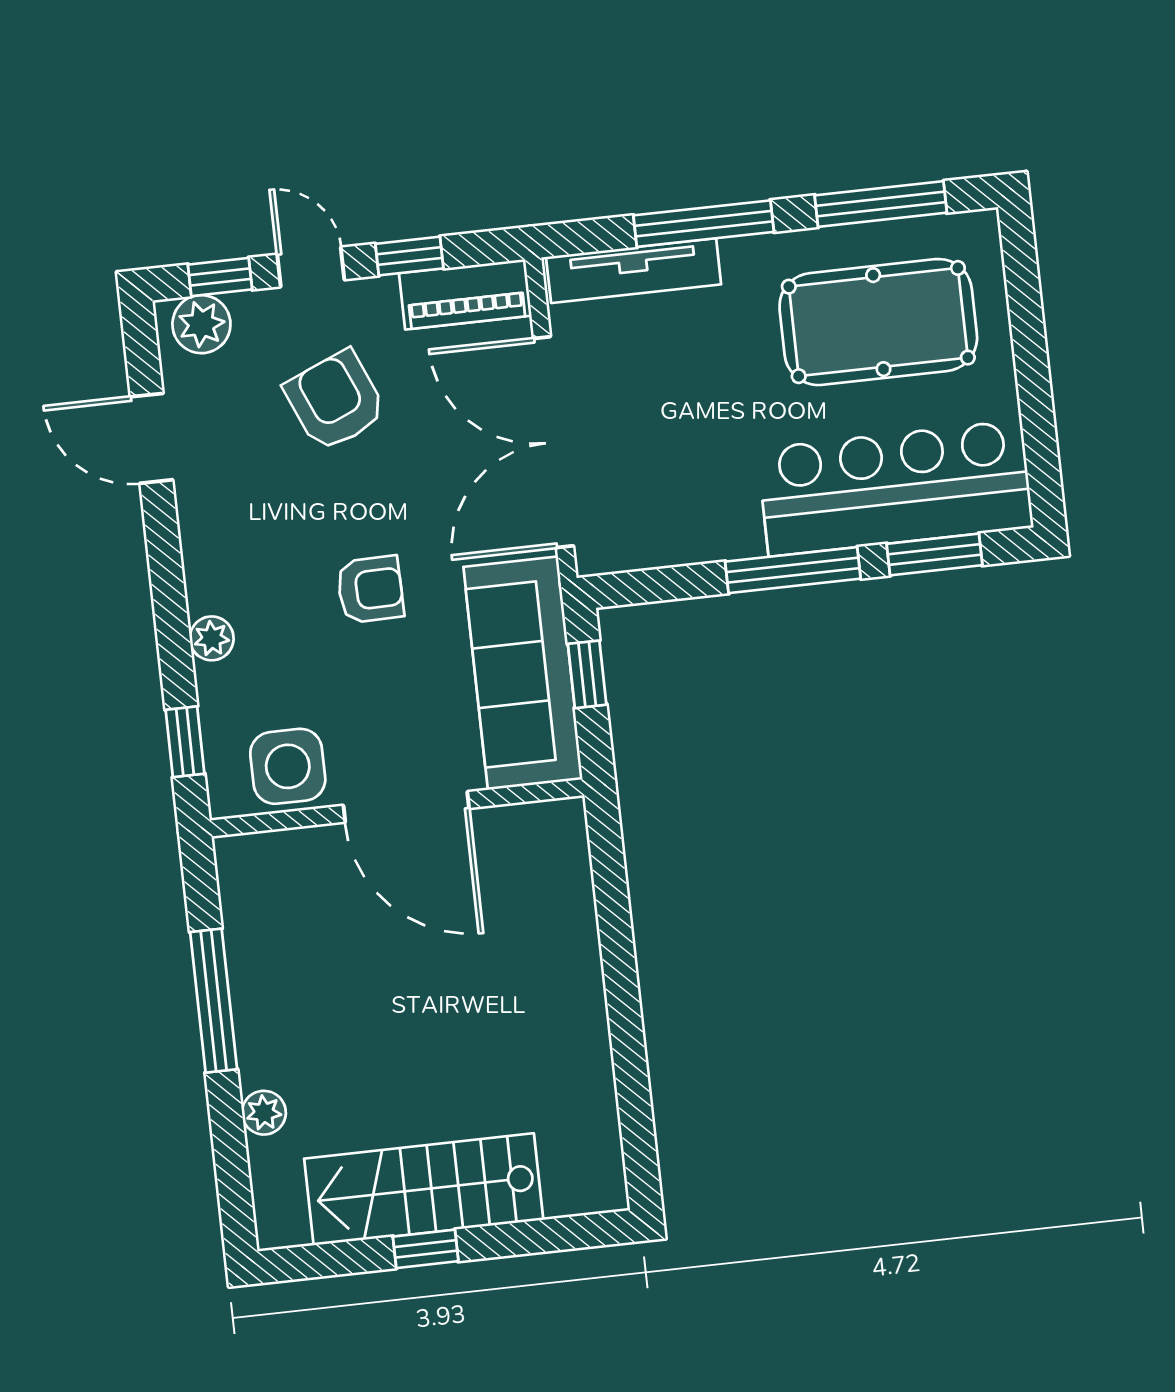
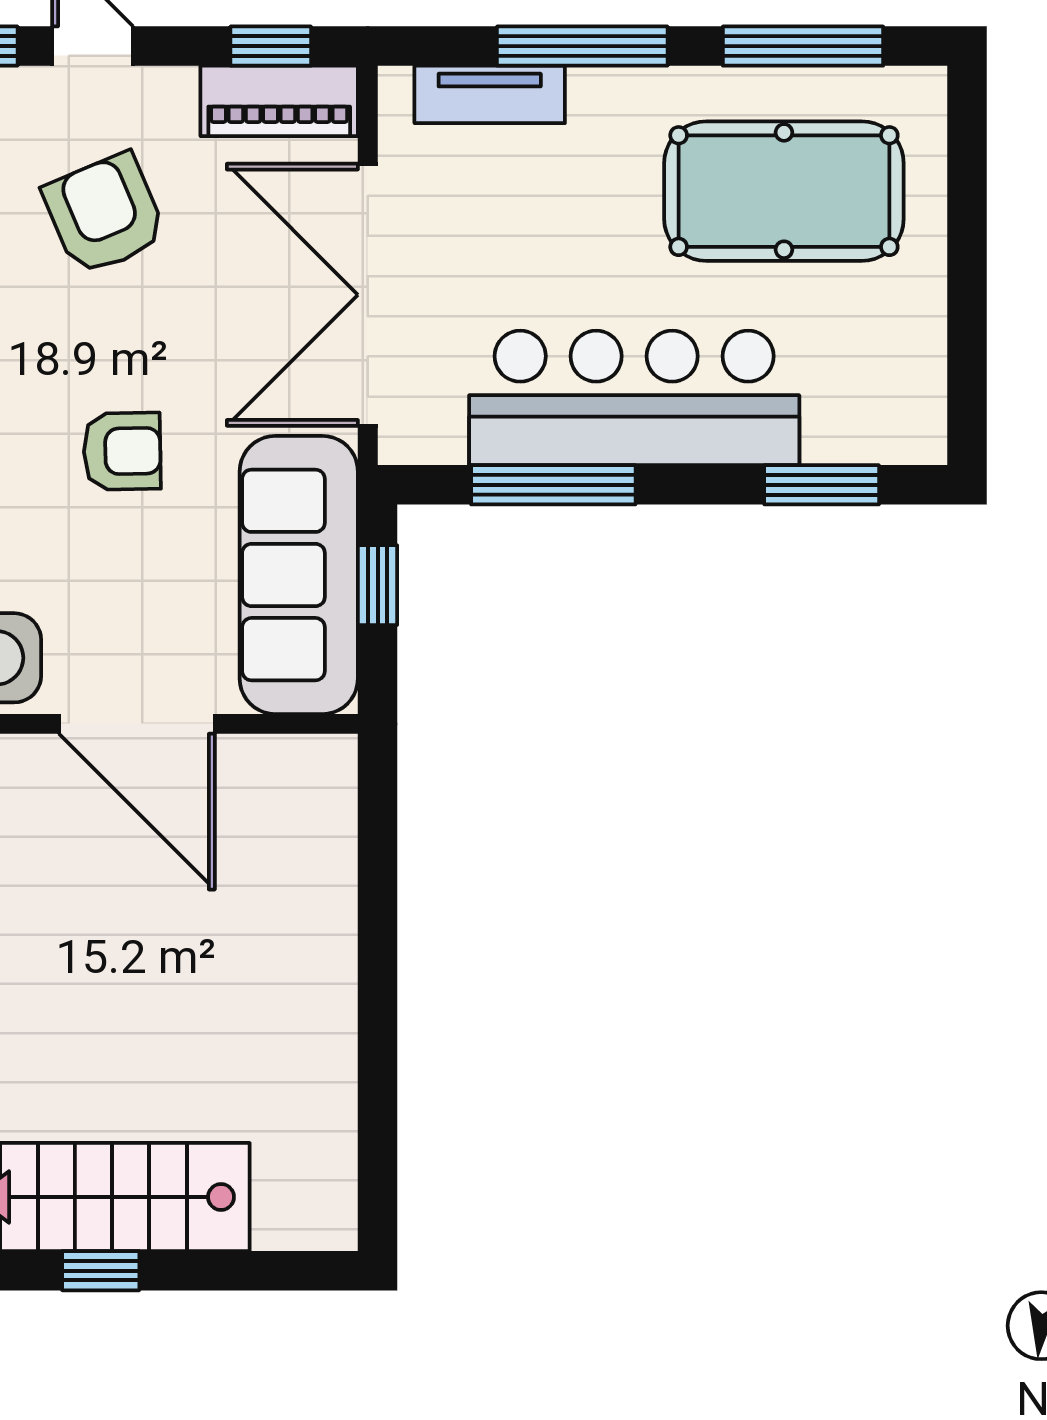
window: (409, 256) -> (271, 46), moved
tv unit: (634, 271) -> (490, 94), width x0.71
bar counter: (895, 488) -> (634, 398), moved
window: (793, 570) -> (553, 485), moved

